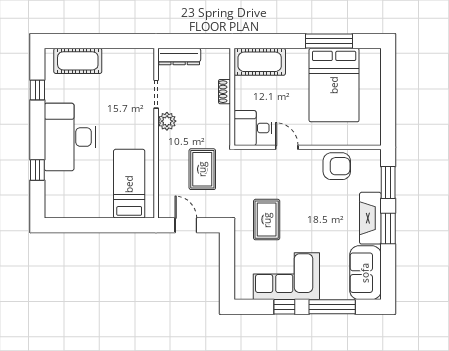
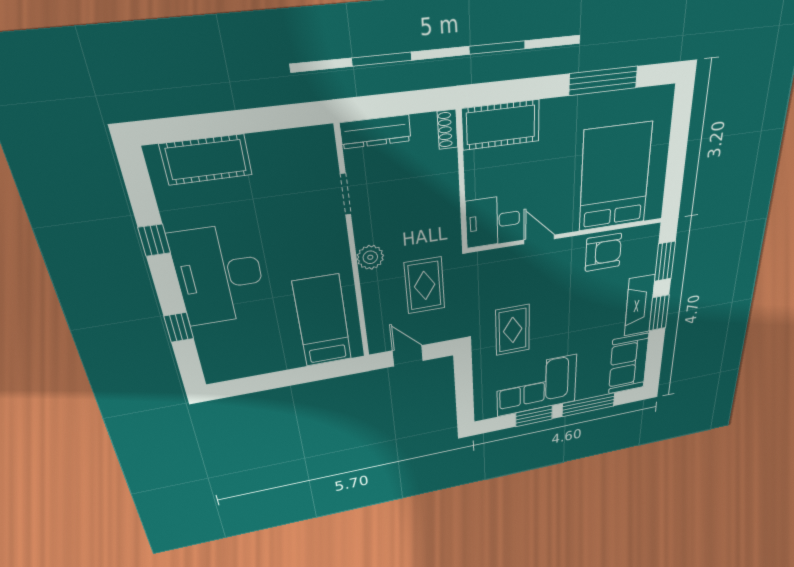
bed: (334, 85) -> (615, 177), moved, turned 180
window: (37, 90) -> (154, 240), moved
shoe rack: (225, 92) -> (448, 129), moved
plant: (167, 121) -> (370, 257), moved
window: (284, 307) -> (534, 416), width x1.50

